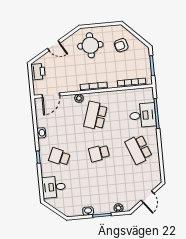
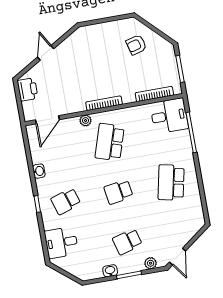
round table: (90, 45) -> (95, 48), removed
door: (54, 46) -> (46, 53), swing flipped
desk: (143, 115) -> (169, 116), moved
school desk: (139, 149) -> (171, 183), turned 33
school desk: (59, 157) -> (66, 201), turned -42
school desk: (103, 191) -> (127, 242), added
door: (147, 197) -> (177, 257), moved

